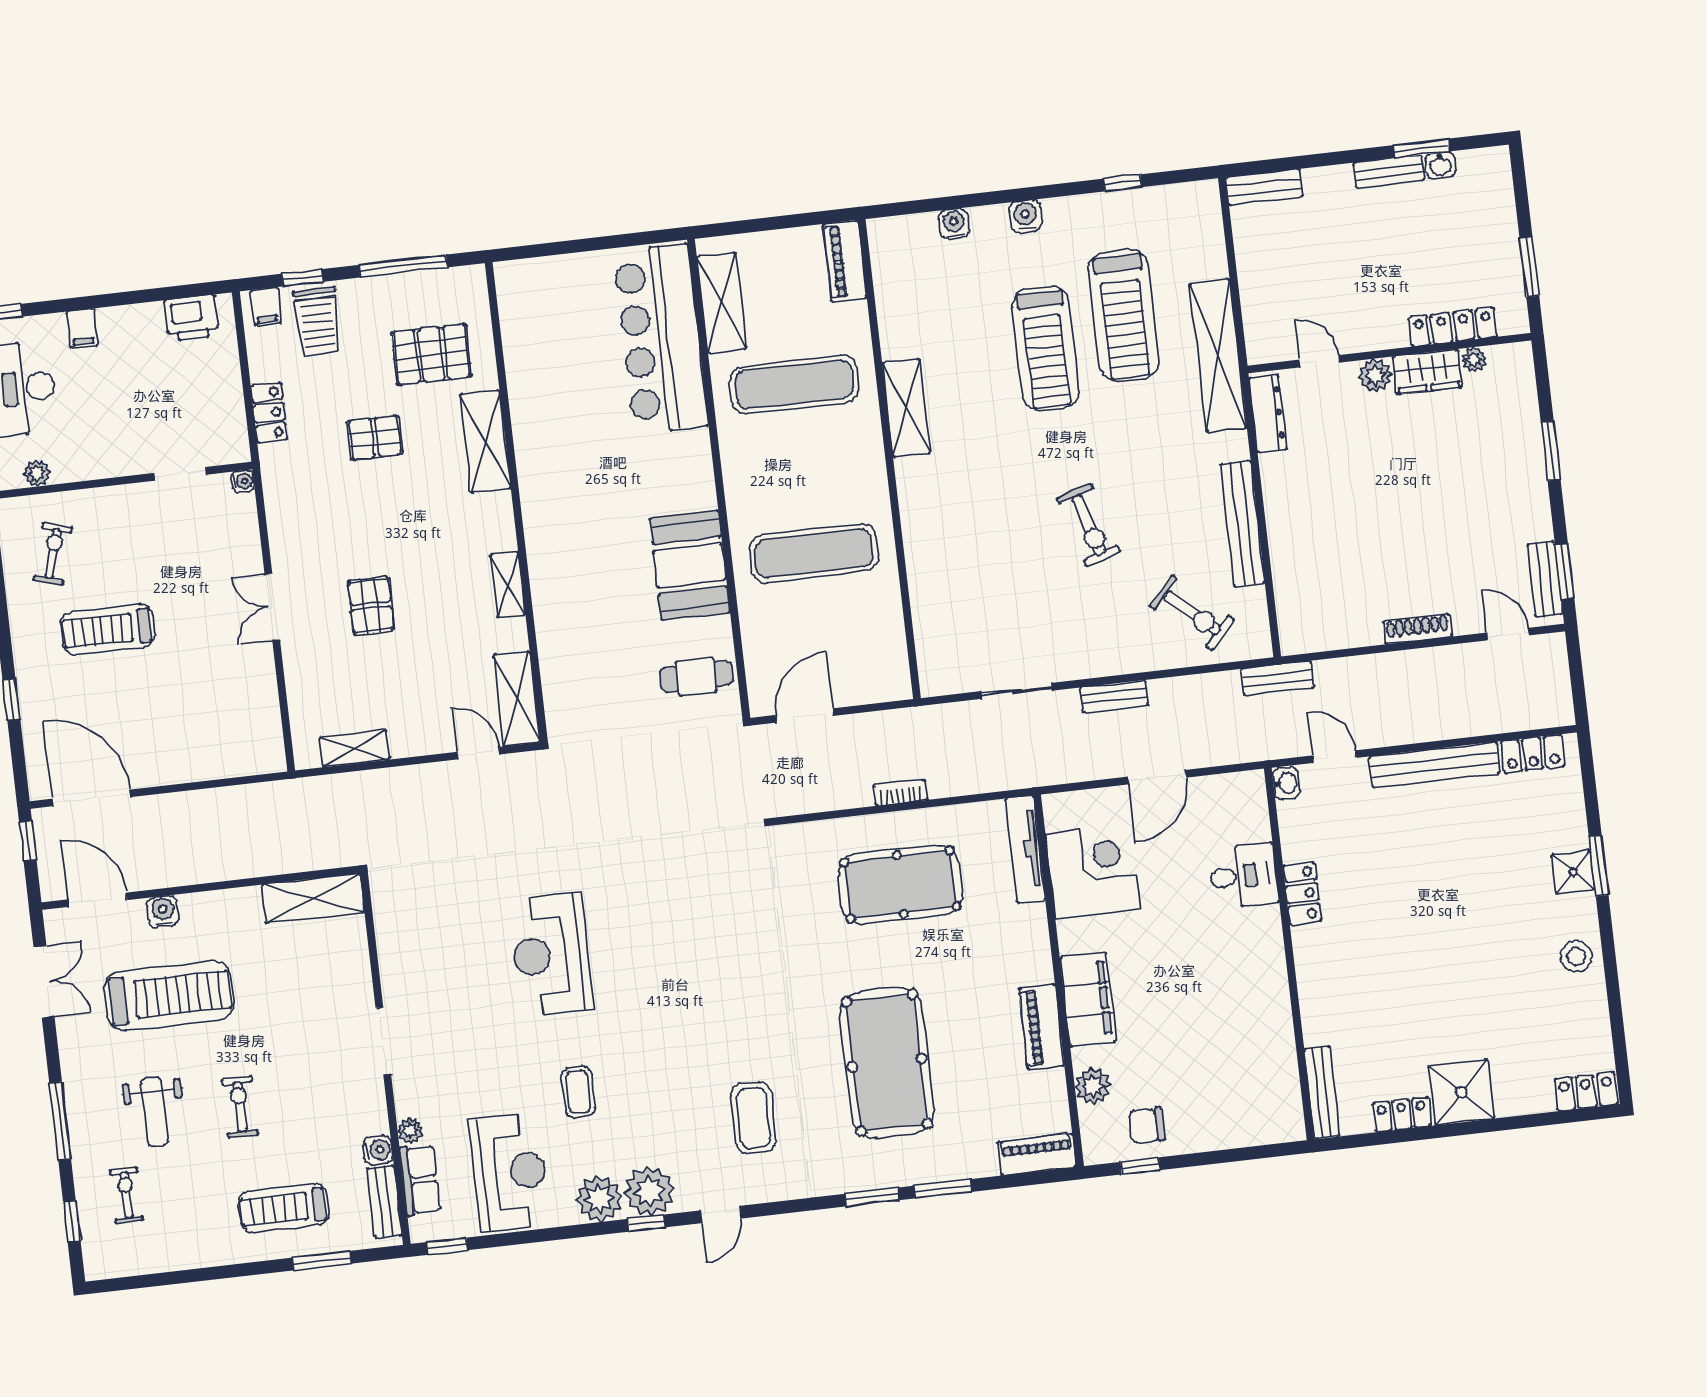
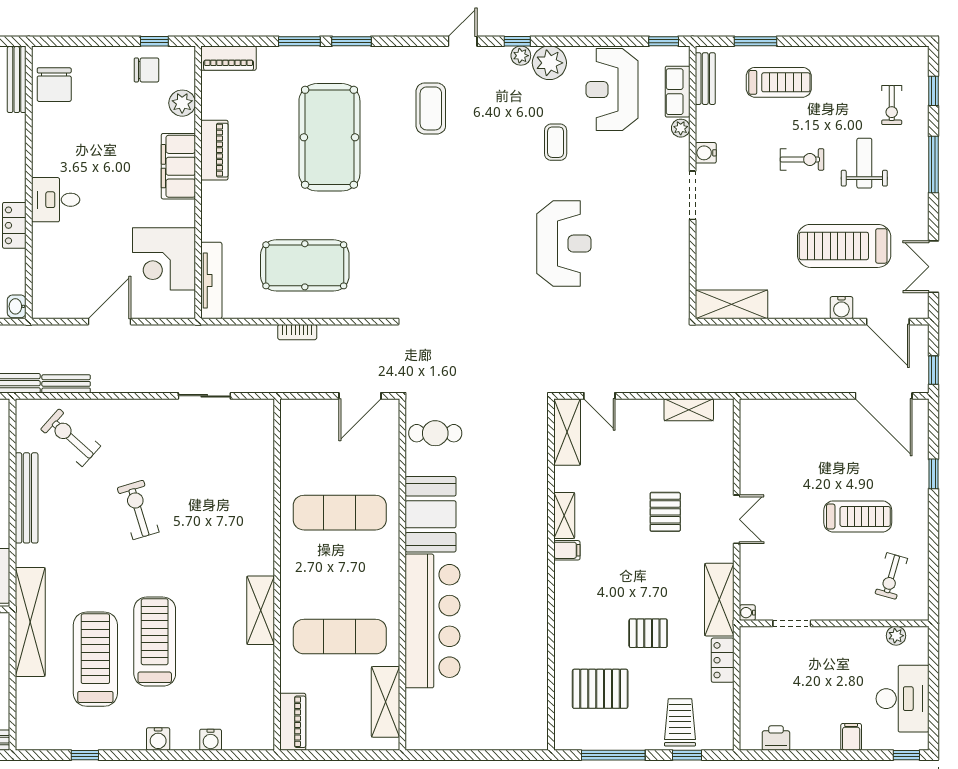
filing cabinet: (266, 306) -> (567, 550), moved, turned 90
printer: (191, 318) -> (776, 738), width x0.73, depth x0.81
bar counter: (661, 339) -> (433, 621), moved
shelving: (485, 442) -> (719, 600), moved
bench: (1114, 696) -> (66, 384), moved
desk: (1243, 876) -> (56, 200), moved
chair: (1270, 1091) -> (54, 85), added
exercise bike: (240, 1107) -> (802, 159), turned -90
water cooler: (378, 1150) -> (706, 153), moved
plant: (649, 1191) -> (521, 56), width x0.53, depth x0.53

